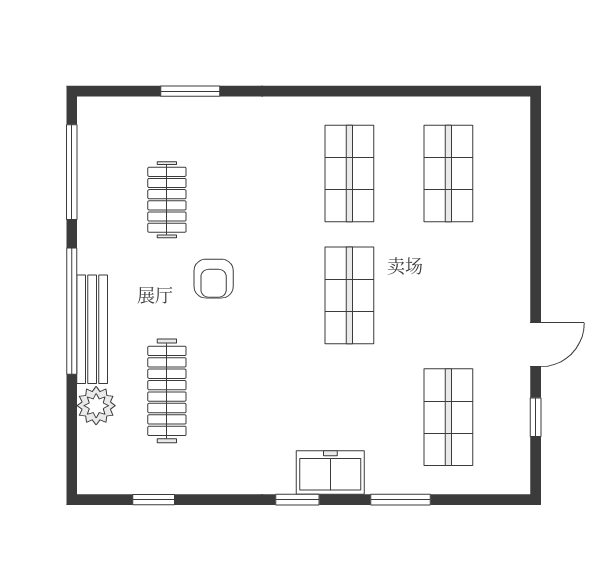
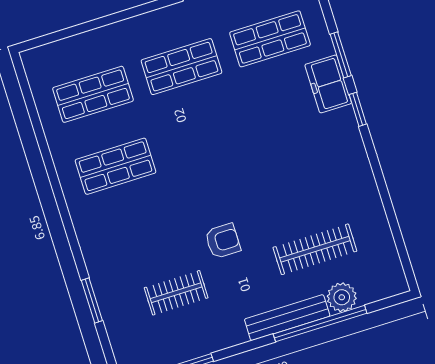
shop shelf: (349, 295) -> (181, 67), moved
window: (72, 311) -> (320, 324), moved
freezer: (330, 472) -> (328, 84), moved
window: (154, 500) -> (397, 234), removed
window: (297, 500) -> (358, 109), moved

